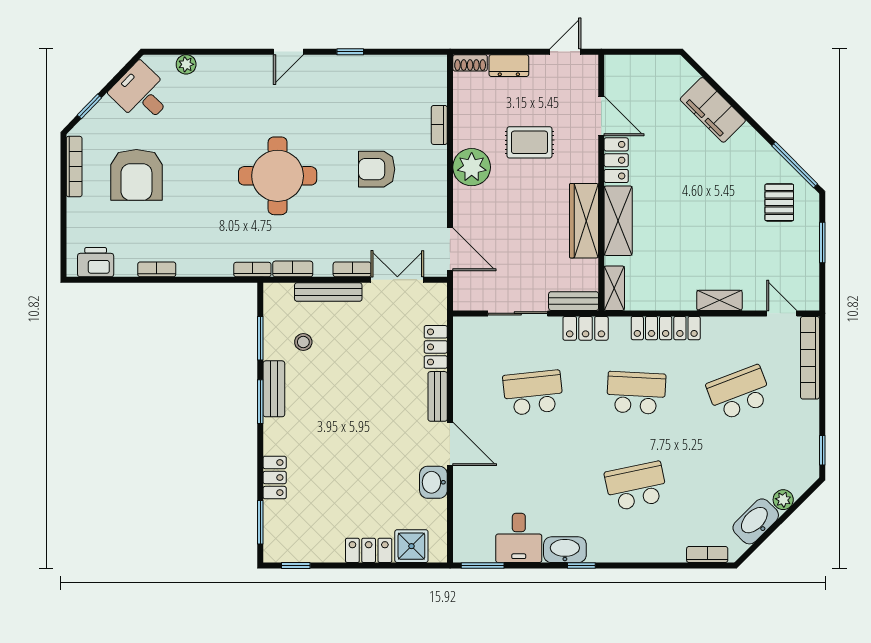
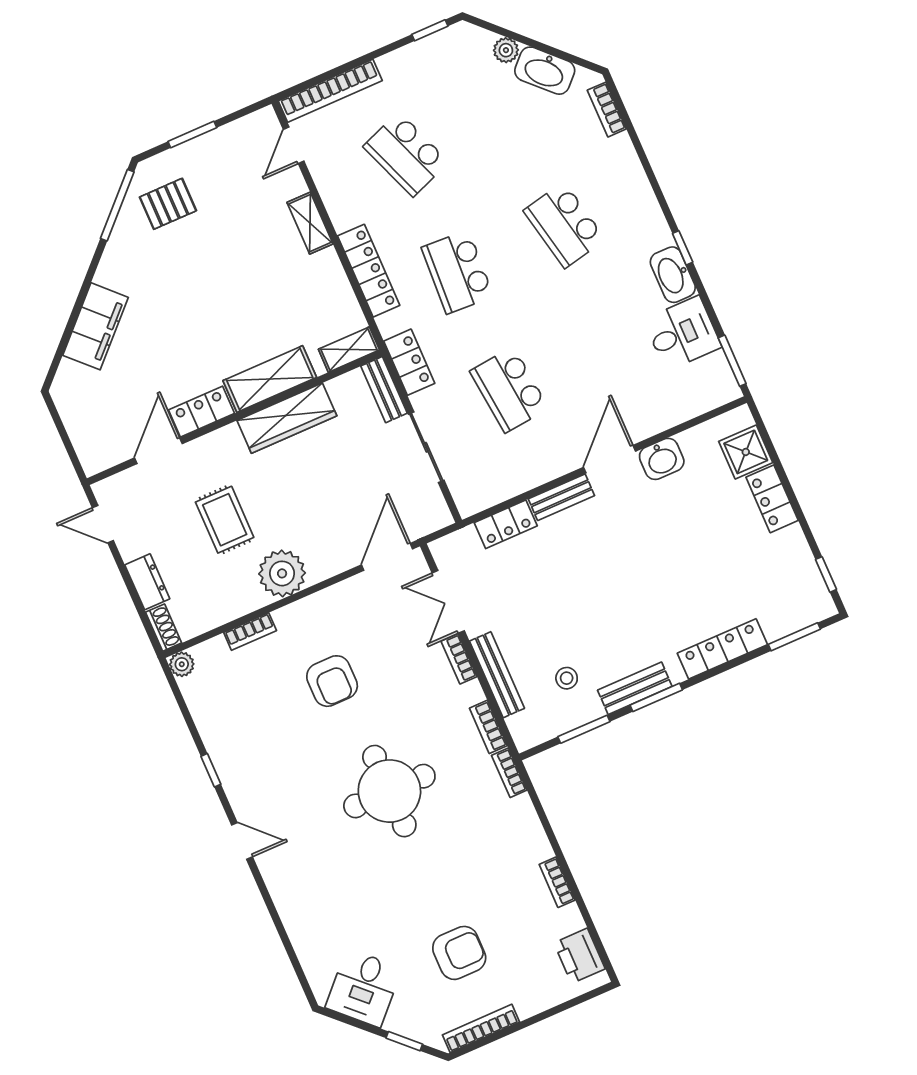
plant: (186, 64) -> (182, 664), moved
armchair: (136, 175) -> (459, 953), width x0.73, depth x0.73
locker: (275, 478) -> (722, 649), width x1.53

